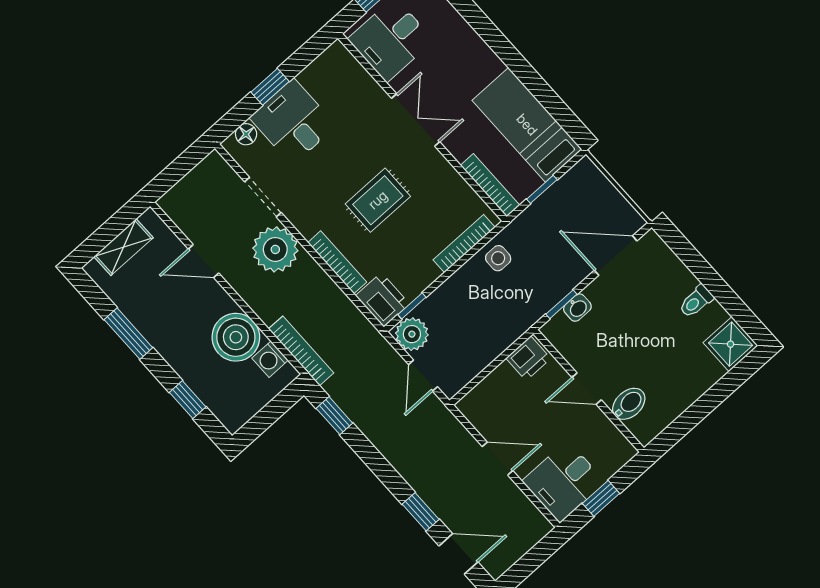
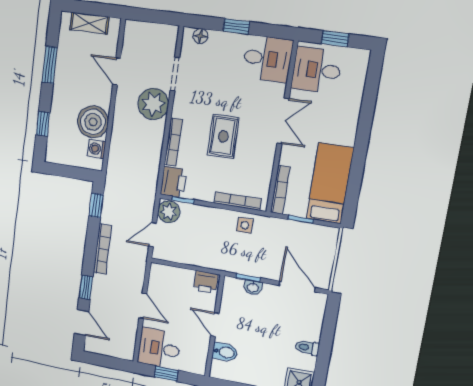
desk: (293, 122) -> (268, 59), moved, turned 90
rug: (378, 200) -> (223, 136), turned 90
bookcase: (301, 351) -> (102, 249), moved

